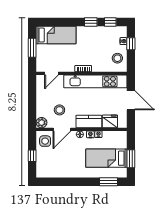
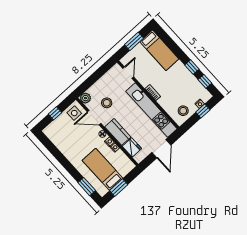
door: (52, 73) -> (128, 73), swing flipped

